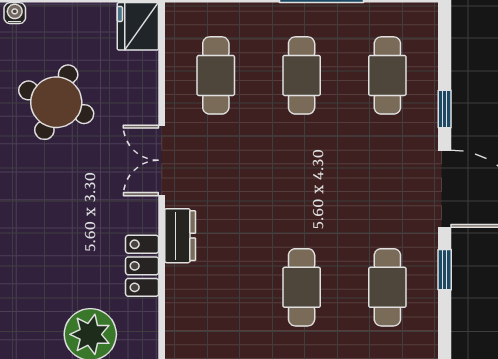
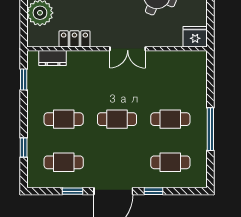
cafe table: (216, 75) -> (117, 119), moved
double door: (162, 160) -> (128, 49), swing flipped
dresser: (180, 236) -> (53, 58), moved

